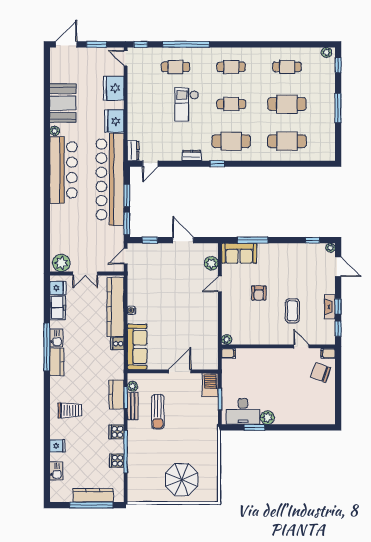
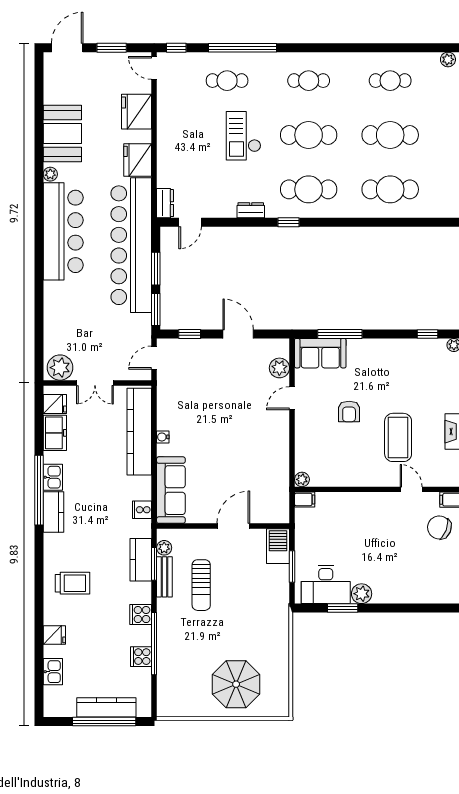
cafe table: (231, 104) -> (309, 135), width x1.37, depth x1.35
coffee table: (292, 311) -> (398, 437), width x1.36, depth x1.32
cooker: (117, 344) -> (142, 510), moved

